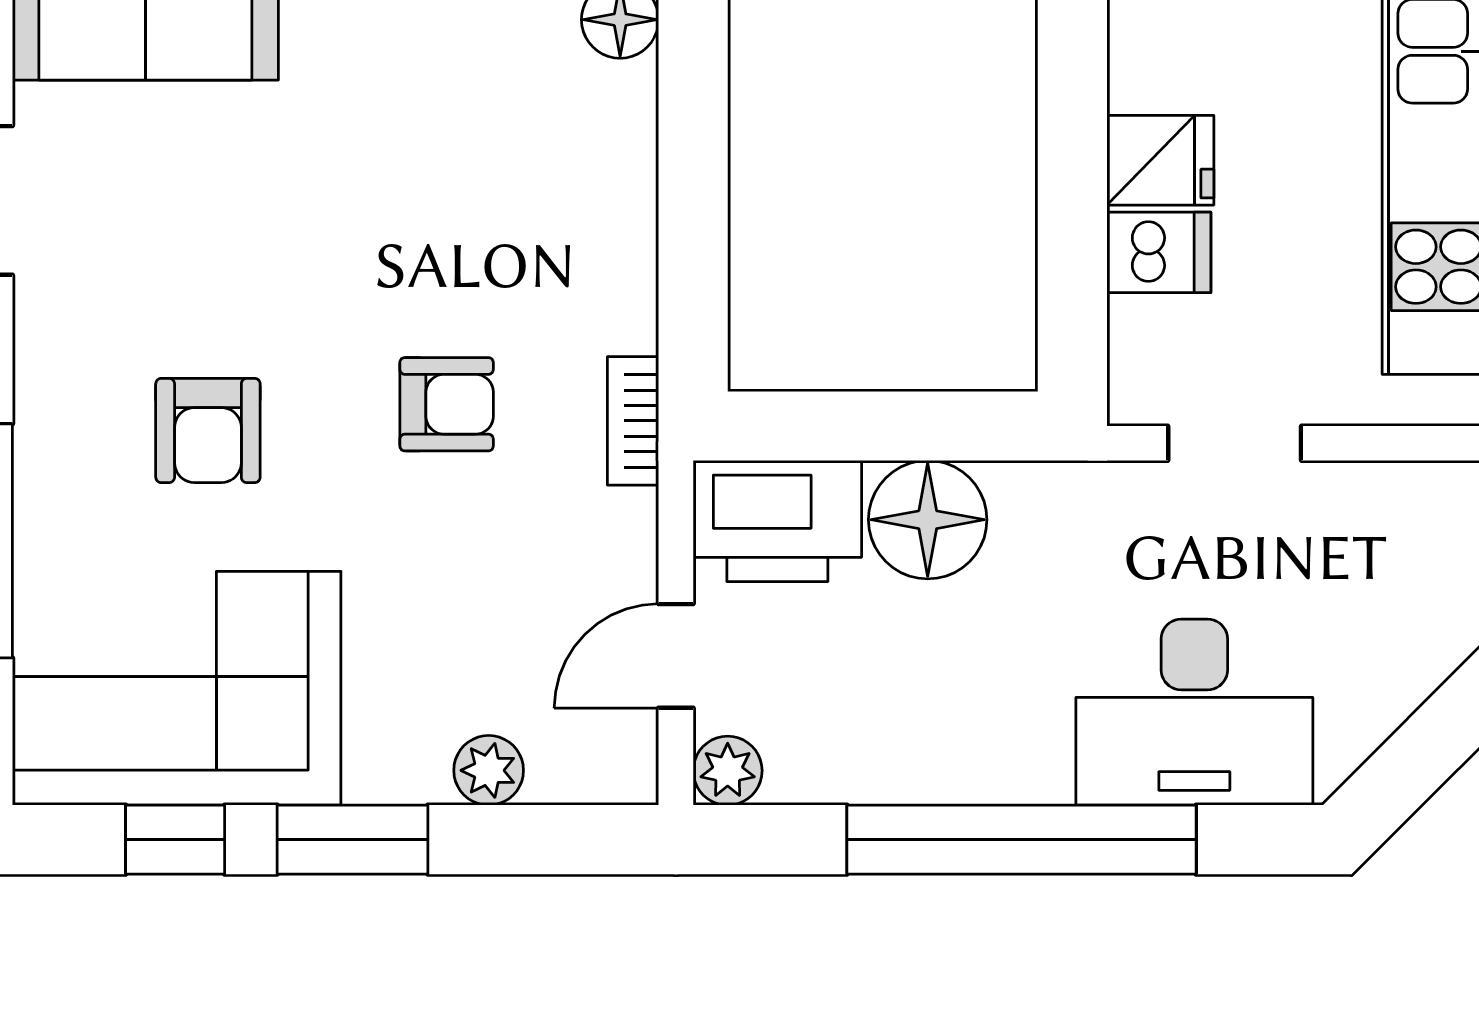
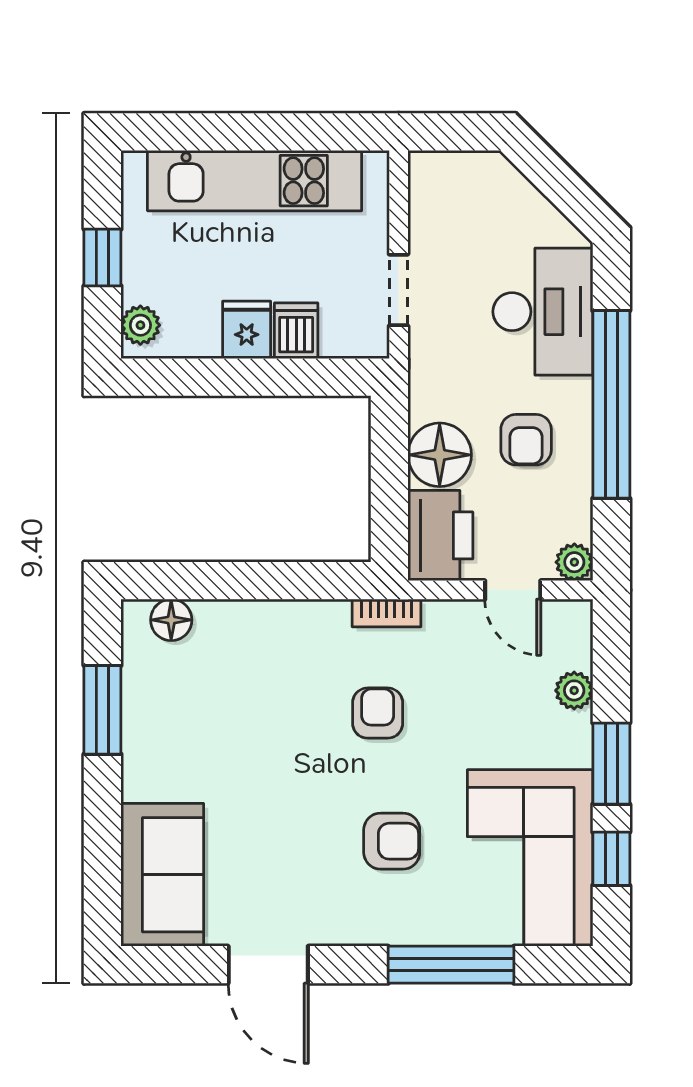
armchair: (956, 681) -> (526, 440), added

